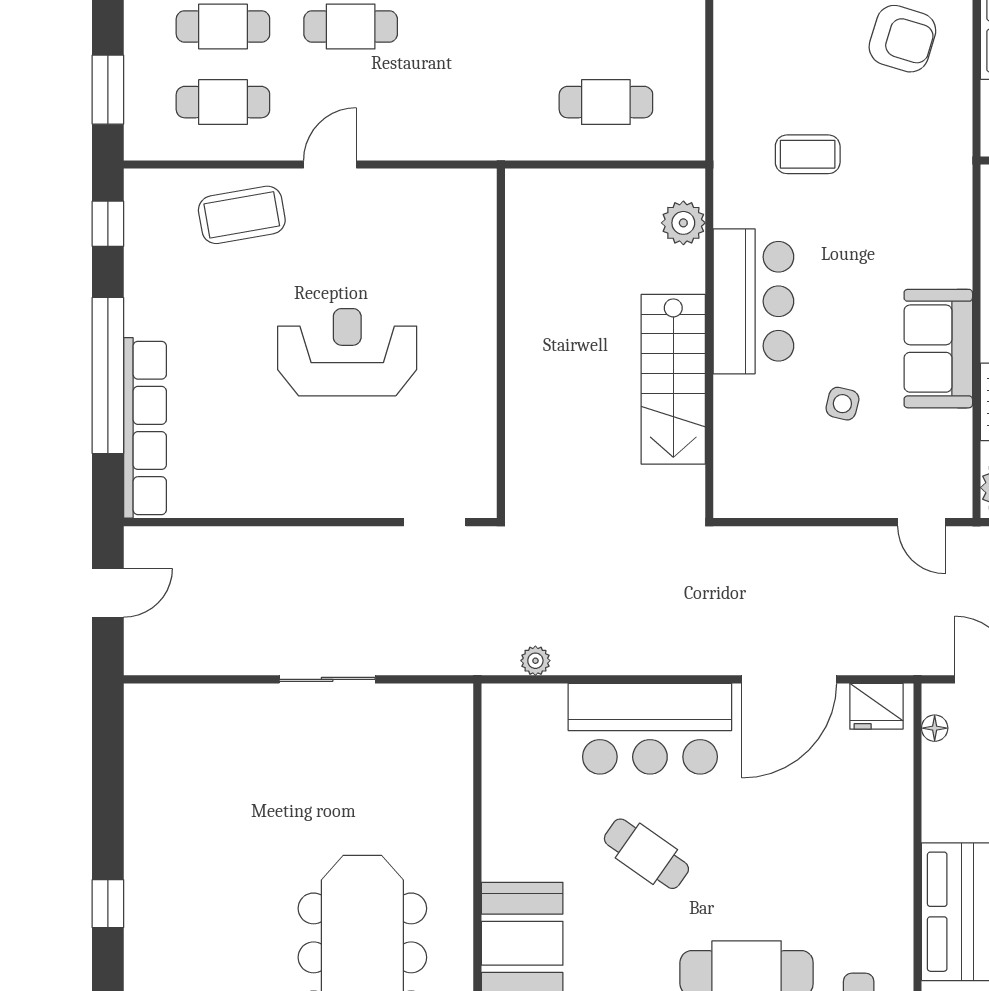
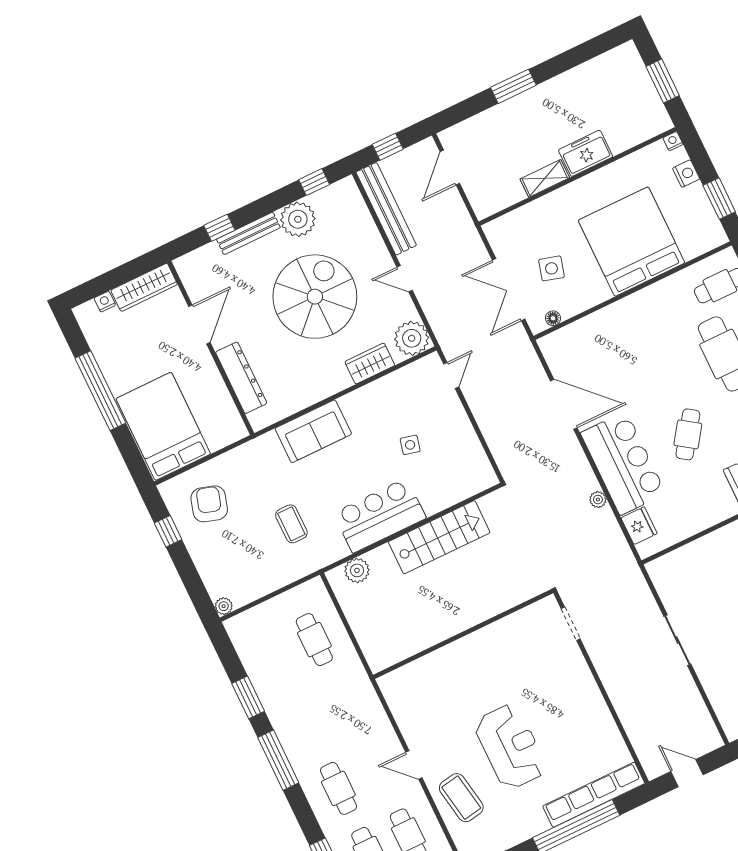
sofa: (938, 349) -> (313, 431), moved
reception desk: (347, 352) -> (510, 747), moved, turned 180
plant: (535, 661) -> (598, 500), moved
fridge: (876, 706) -> (639, 526), moved

